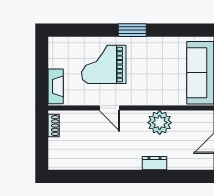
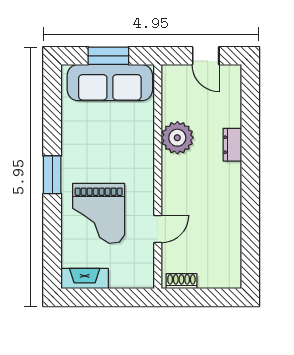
fireplace: (56, 86) -> (85, 279), moved
door: (109, 108) -> (158, 229), moved

